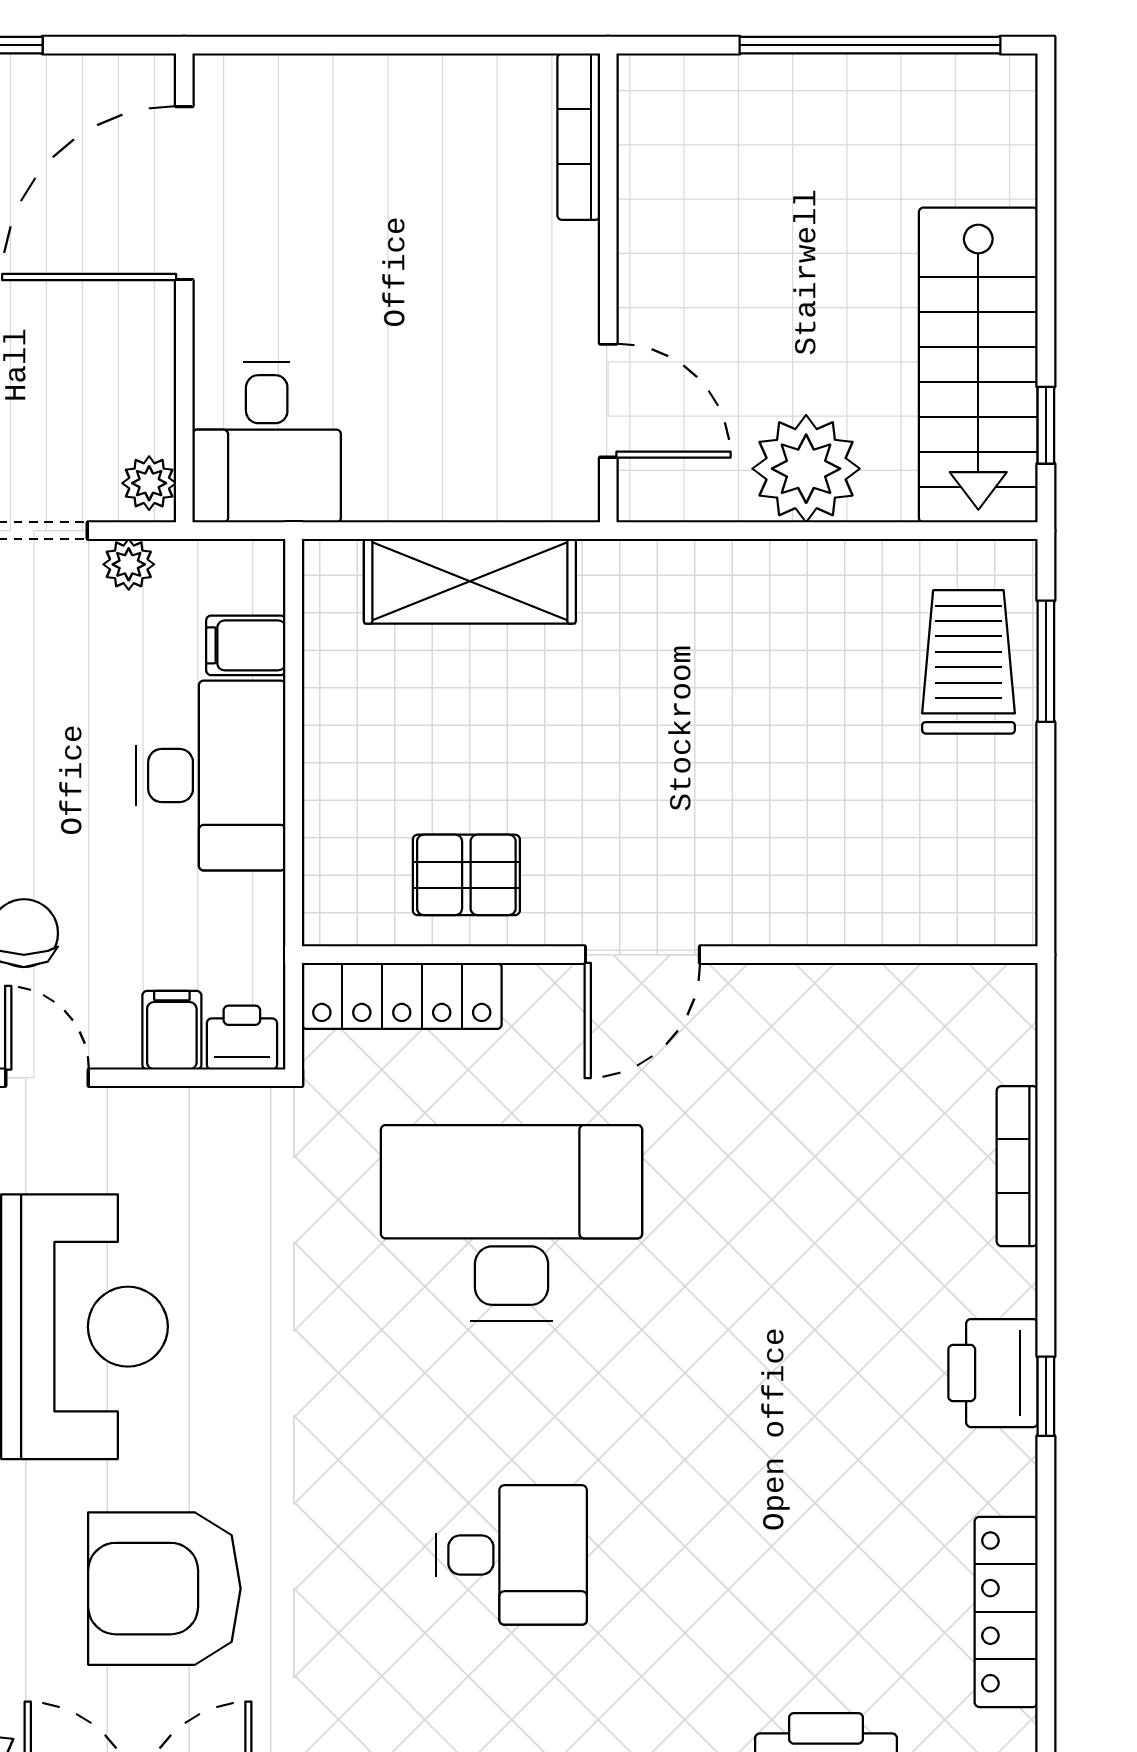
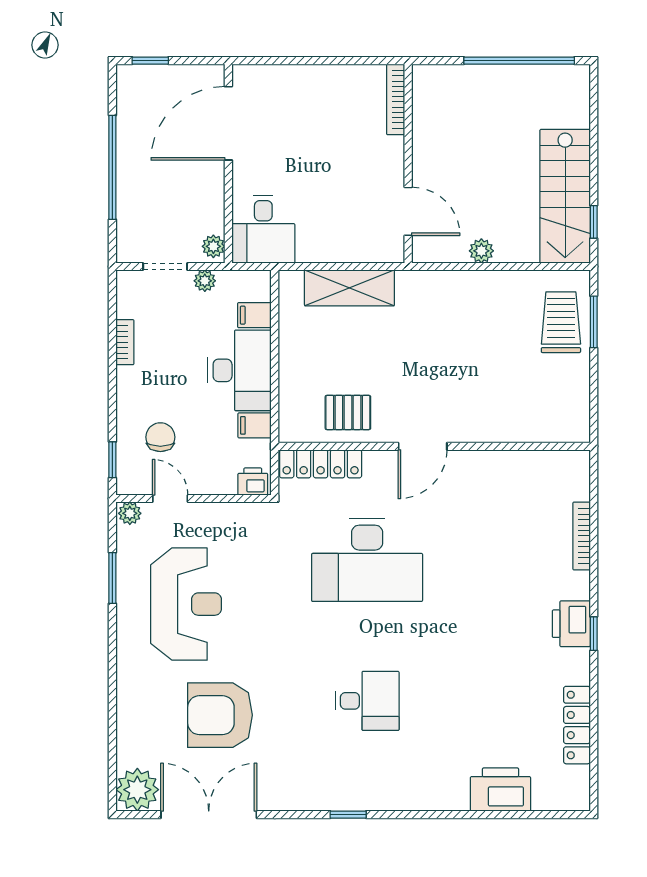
plant: (806, 469) -> (481, 251), width x0.53, depth x0.53
filing cabinet: (172, 1030) -> (255, 425), moved, turned -90
desk: (512, 1223) -> (367, 560), turned 180

